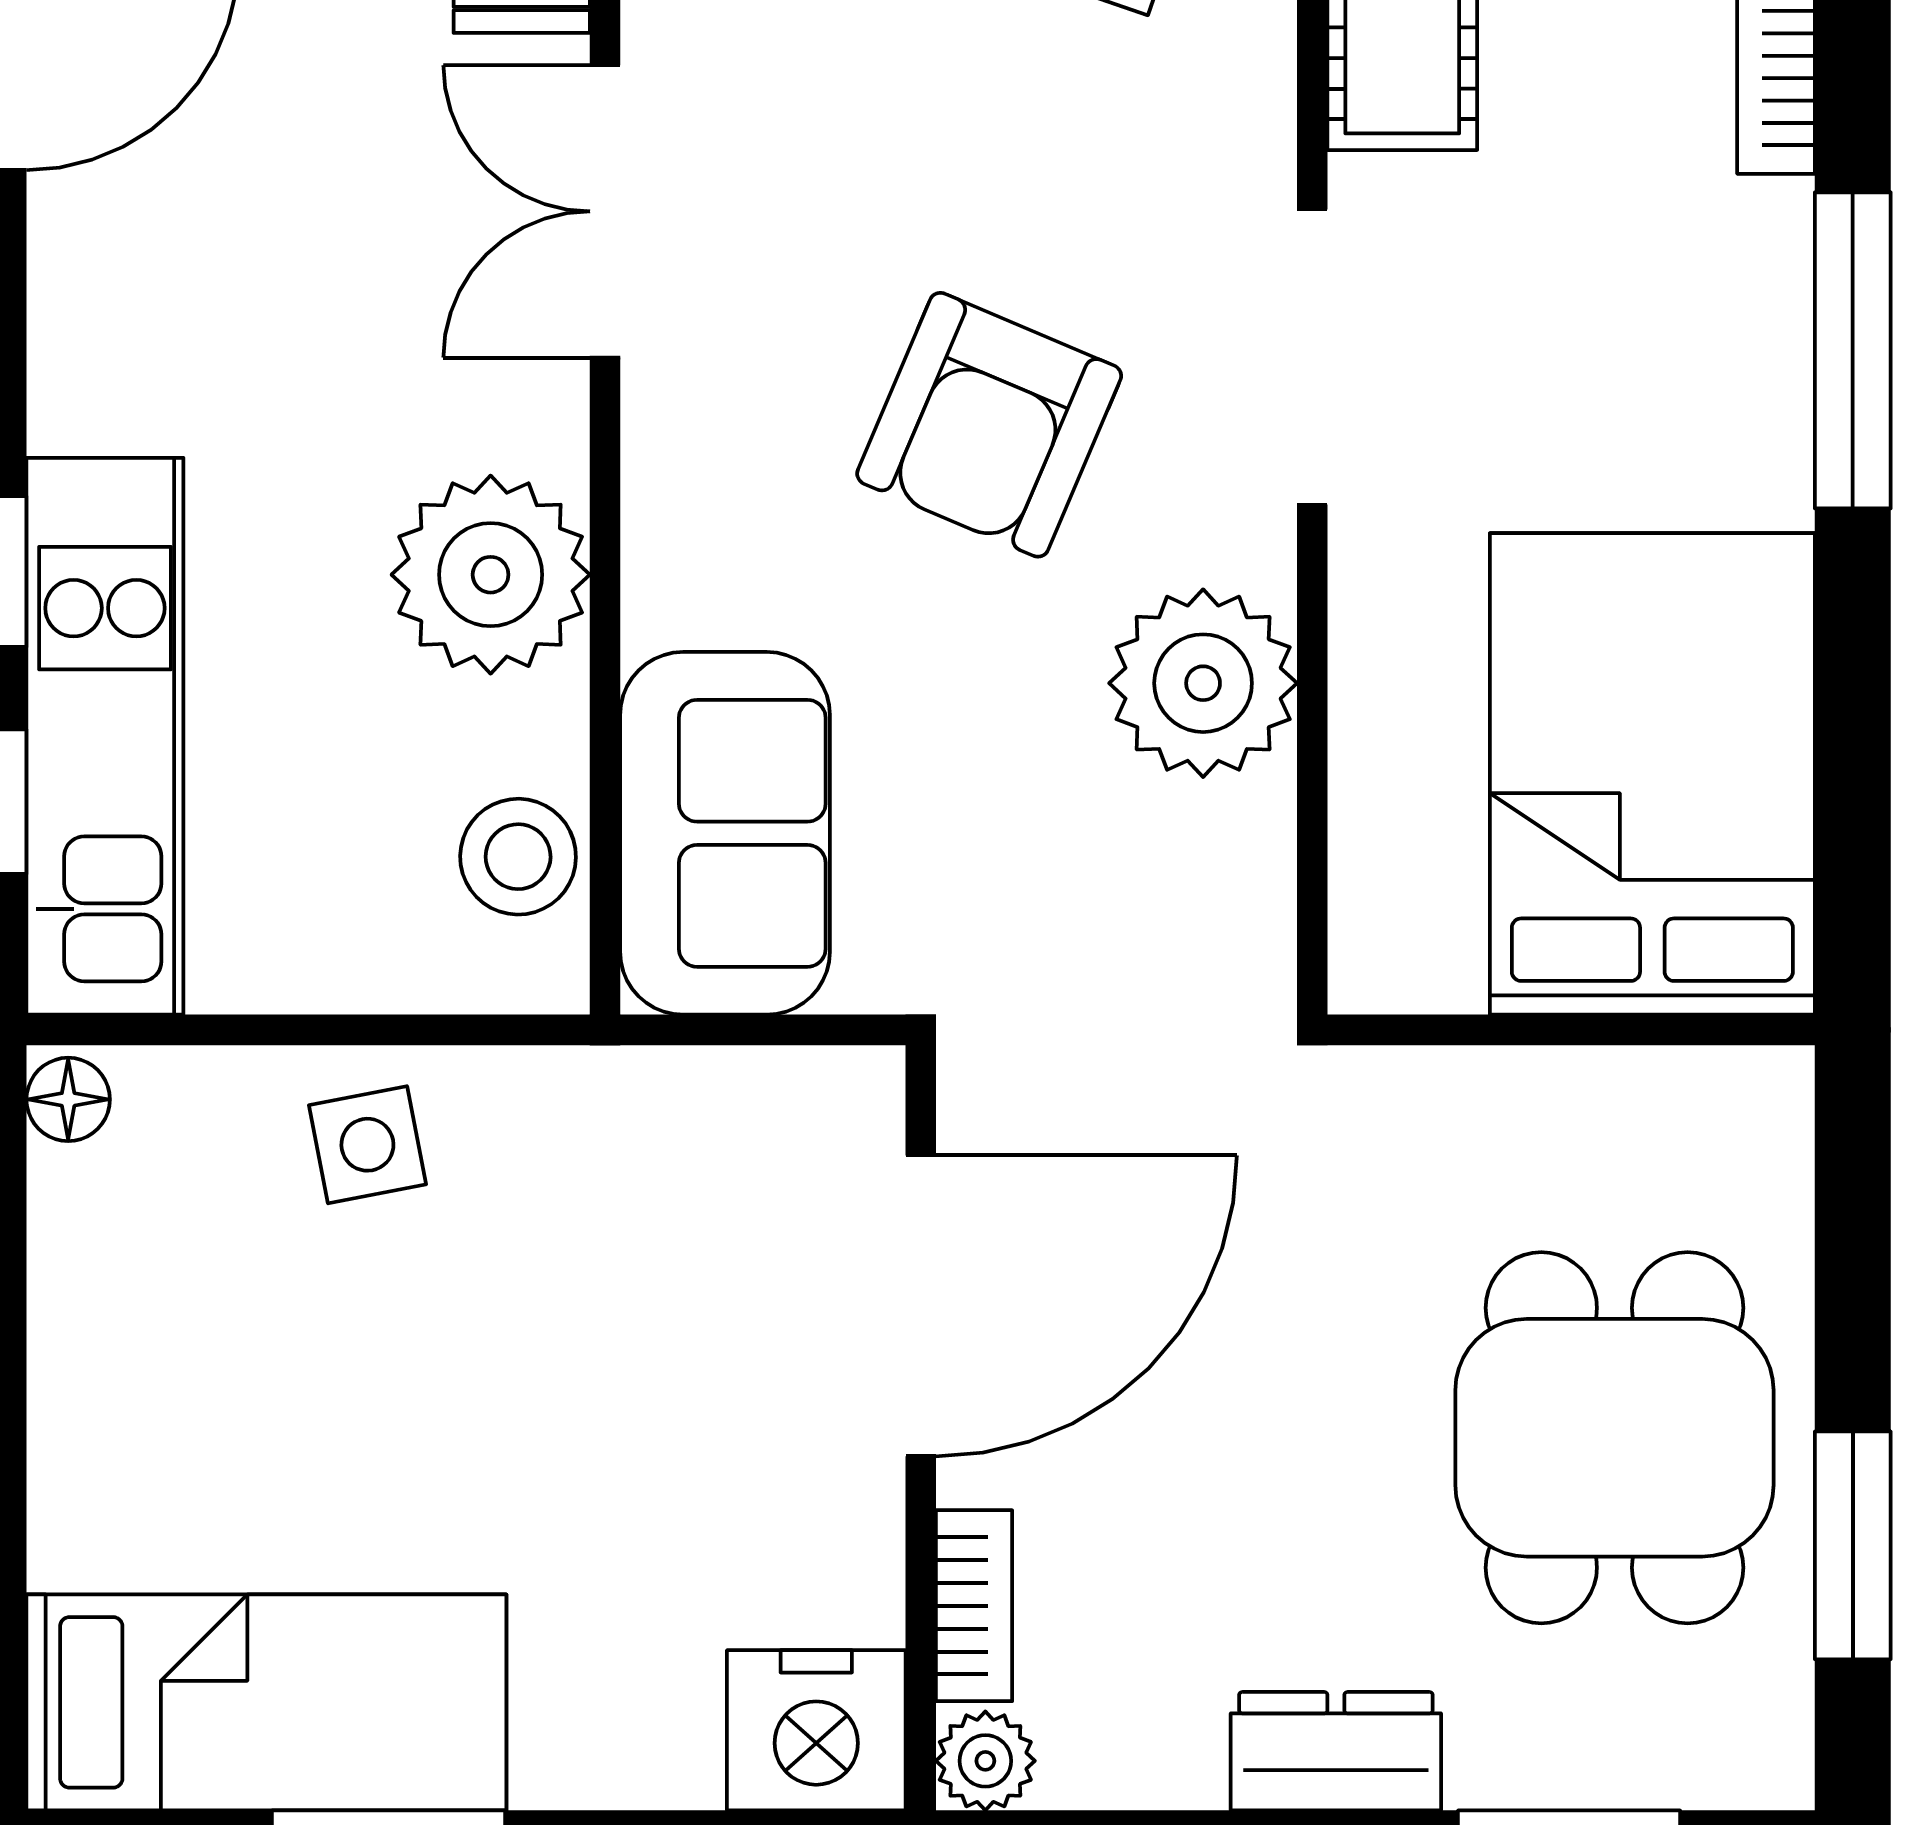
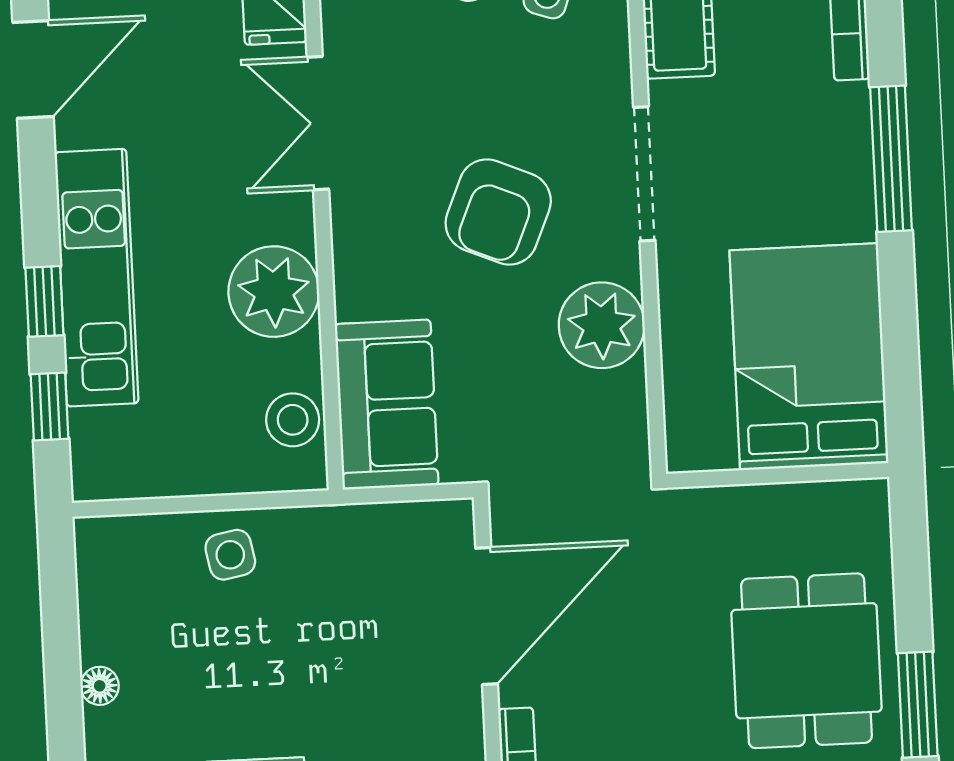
kitchen unit: (105, 736) -> (97, 278), moved
floor lamp: (68, 1099) -> (100, 686), moved

